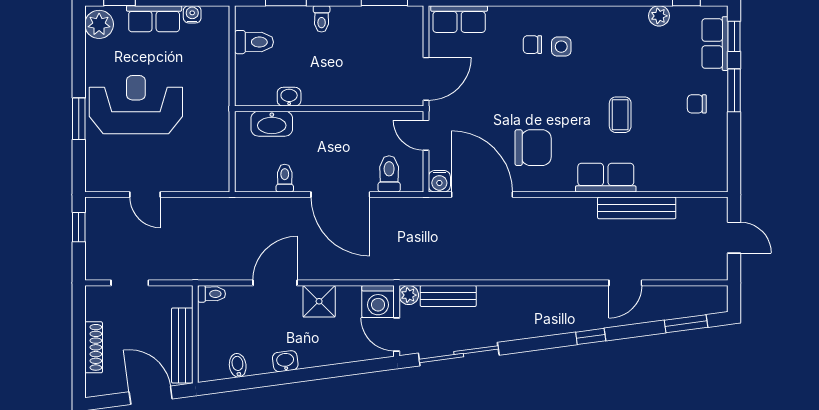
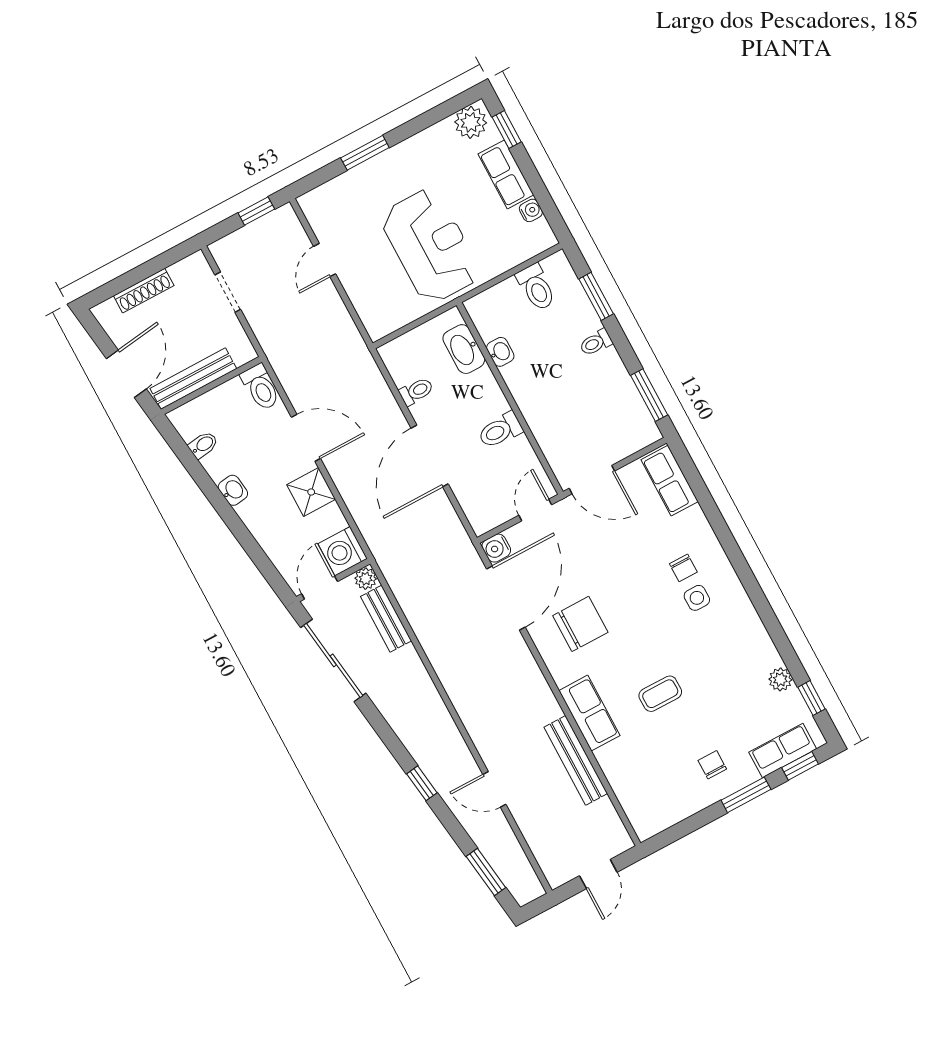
chair: (532, 45) -> (683, 568), turned 180
reception desk: (136, 105) -> (430, 246), moved
chair: (533, 148) -> (580, 624), turned -90
toilet: (389, 174) -> (500, 430), moved, turned 180
toilet: (212, 294) -> (261, 387), width x1.37, depth x1.39

